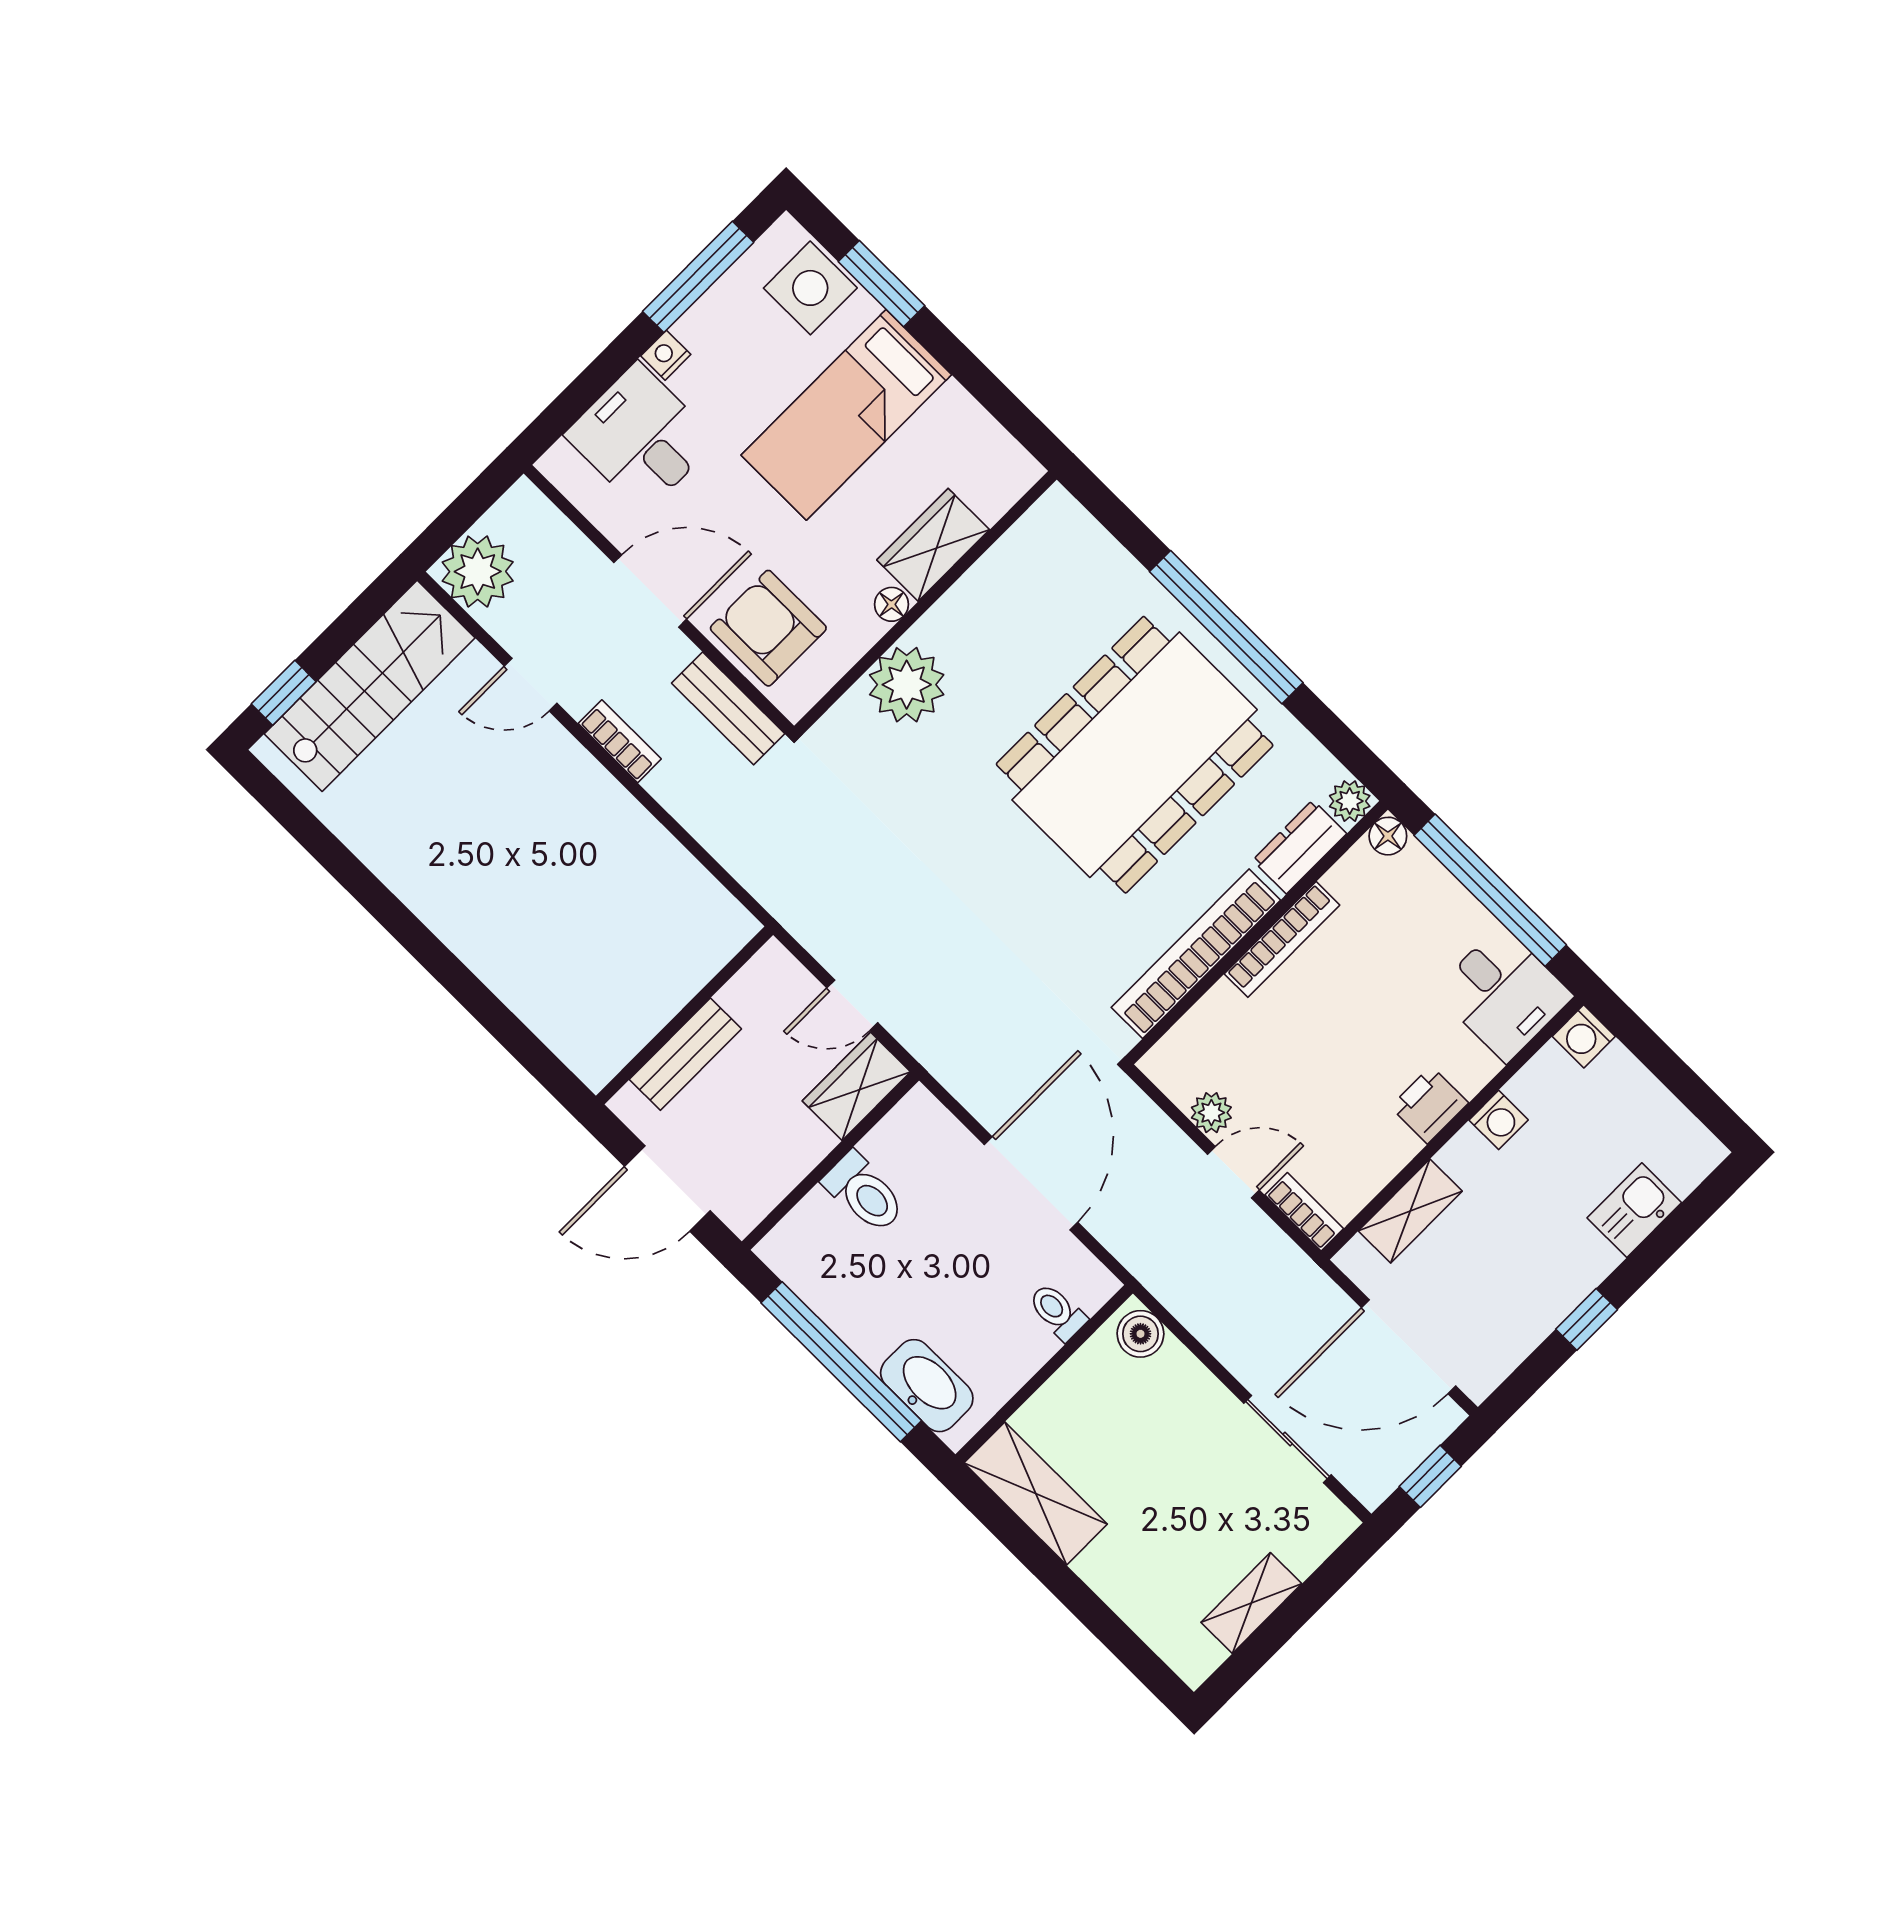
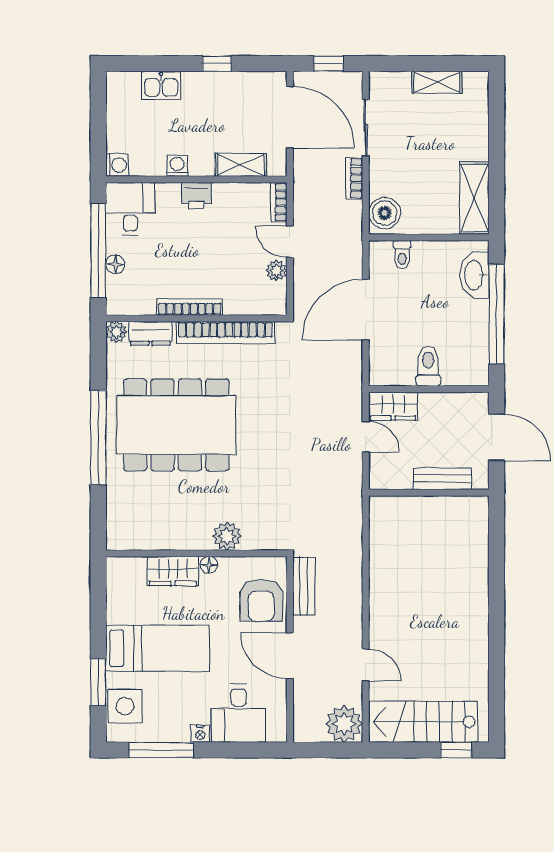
plant: (907, 685) -> (227, 536), width x0.73, depth x0.73
bookcase: (620, 741) -> (354, 178), moved
floor lamp: (1388, 836) -> (115, 264), moved
boiler: (1140, 1334) -> (385, 213), width x1.36, depth x1.36

